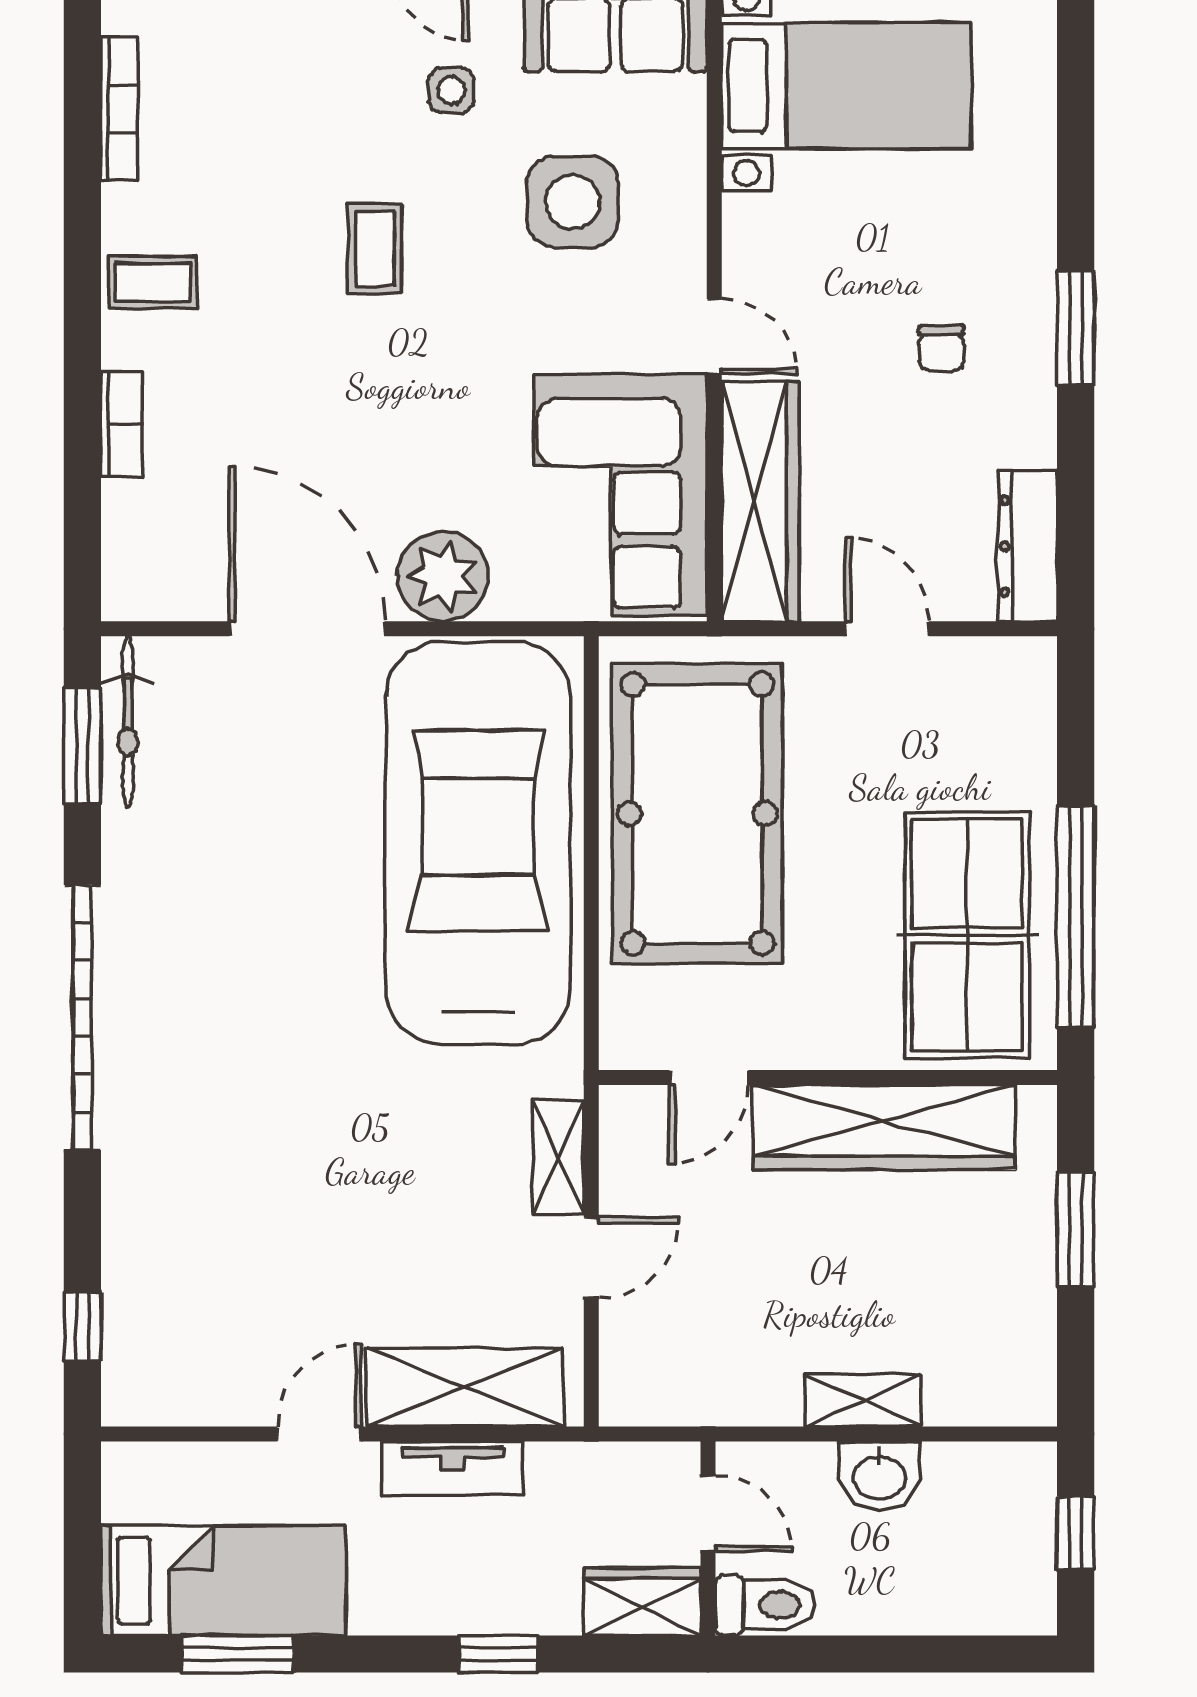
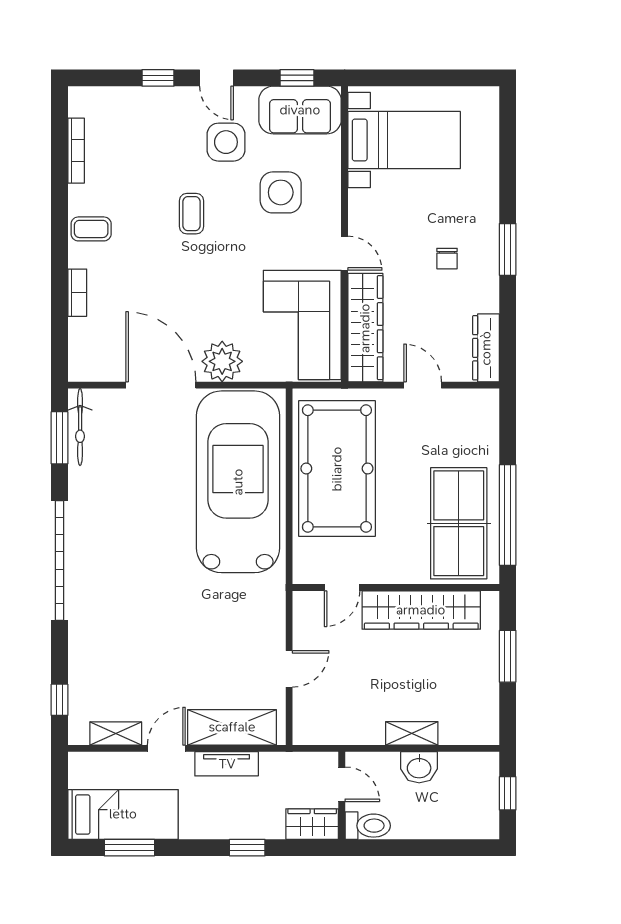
side table: (451, 90) -> (226, 142), width x1.87, depth x1.87
shelving: (558, 1157) -> (116, 733), moved, turned 90

